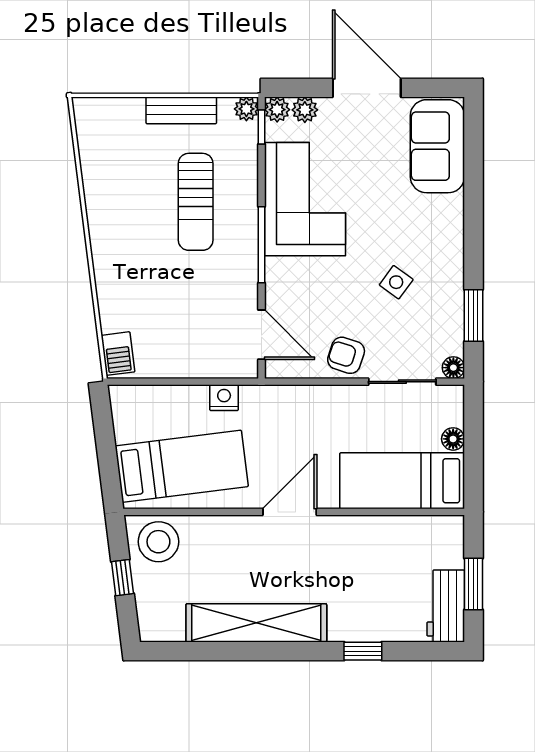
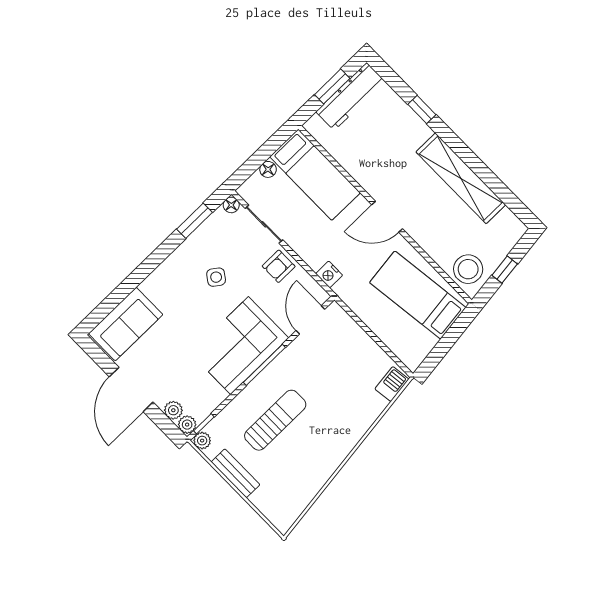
corner sofa: (305, 199) -> (240, 345), moved
armchair: (346, 355) -> (279, 266), turned 72
nightstand: (224, 398) -> (329, 274), moved
workbench: (446, 606) -> (350, 96), width x1.38

